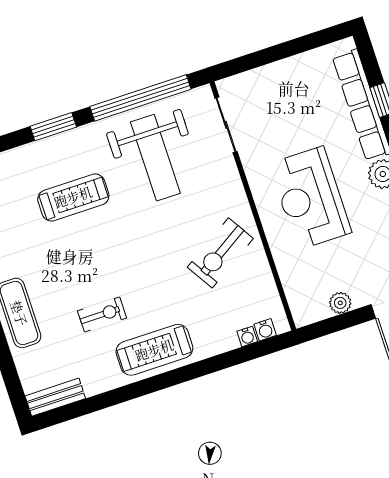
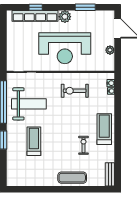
reception desk: (310, 198) -> (65, 48), width x1.36, depth x1.30
exercise bike: (220, 253) -> (75, 91), turned 122
treadmill: (154, 350) -> (104, 129), turned 180

